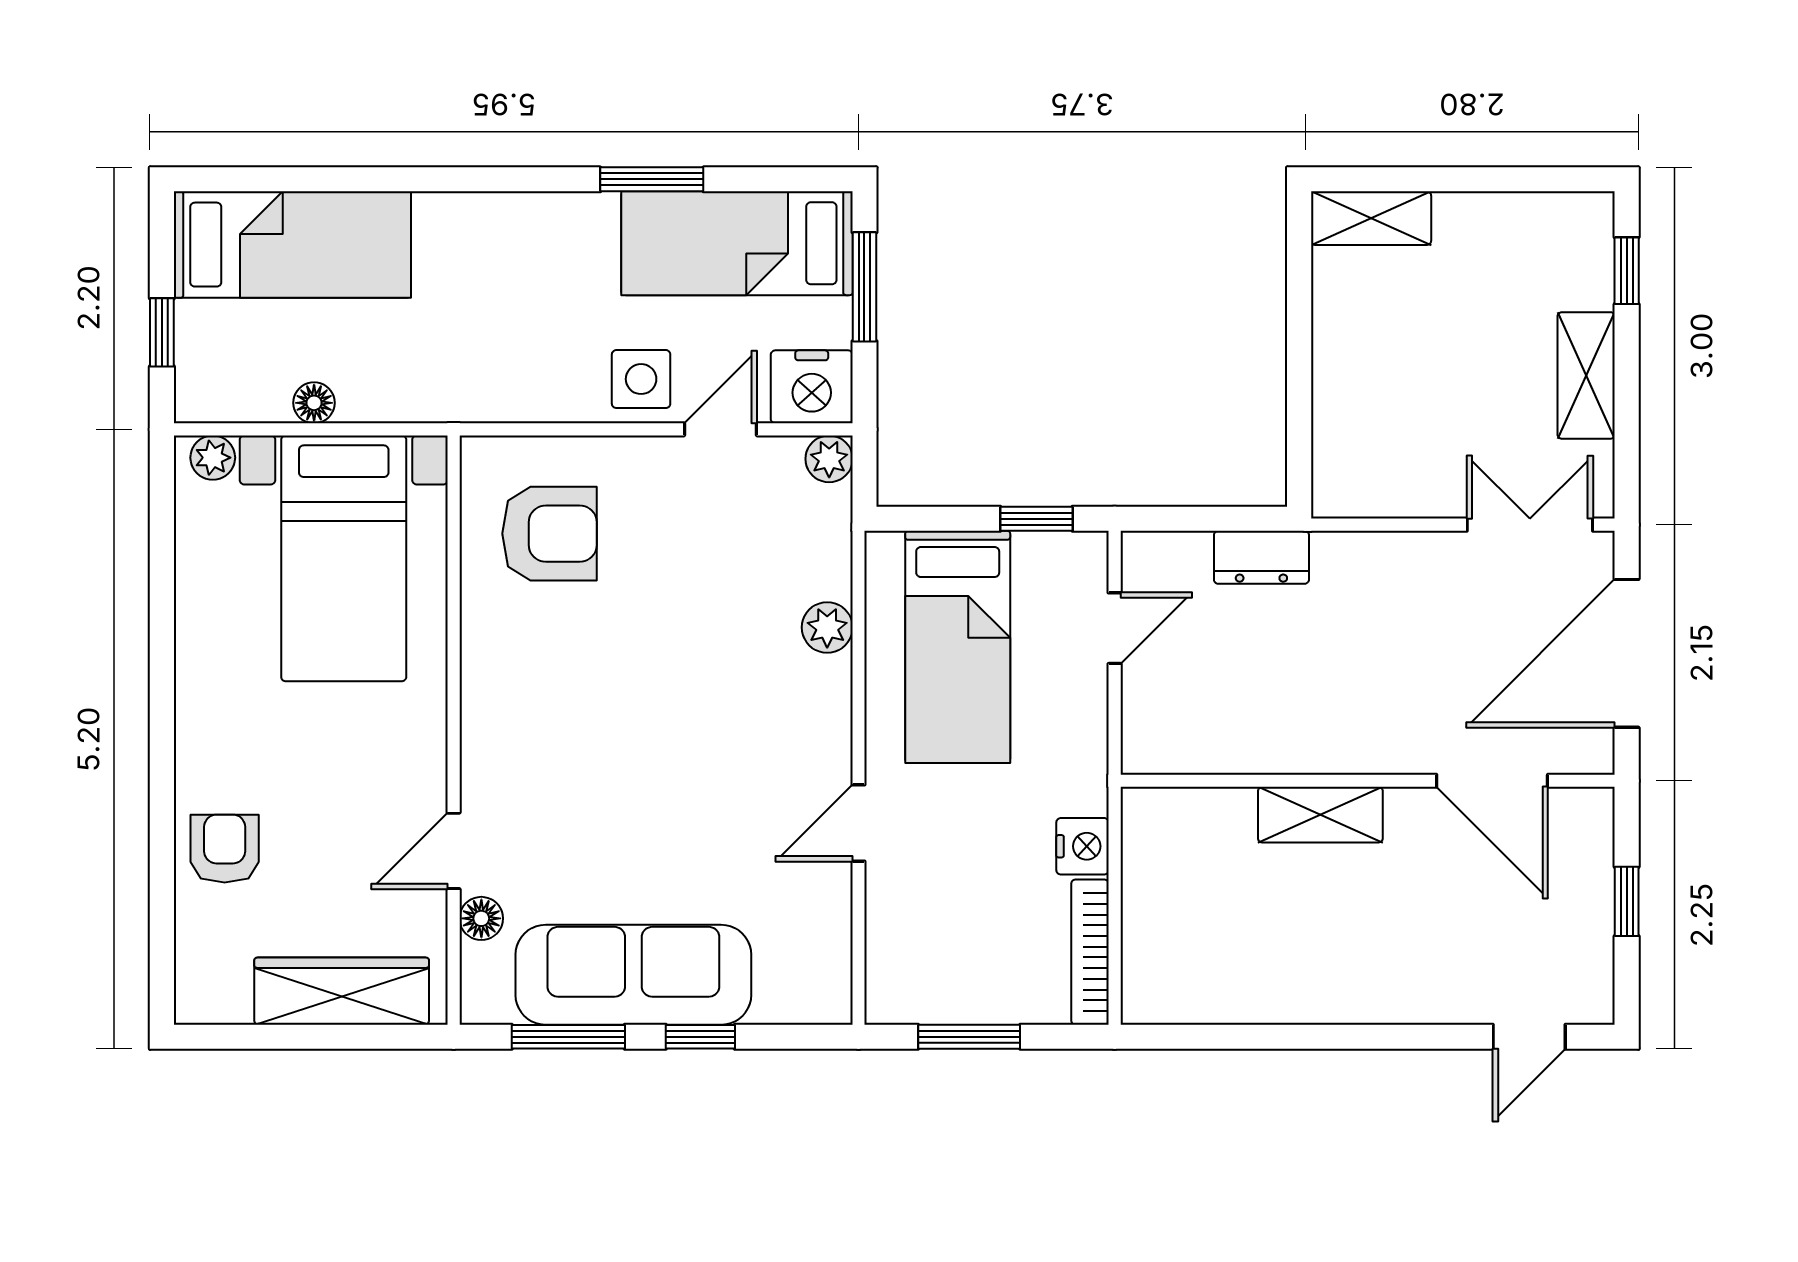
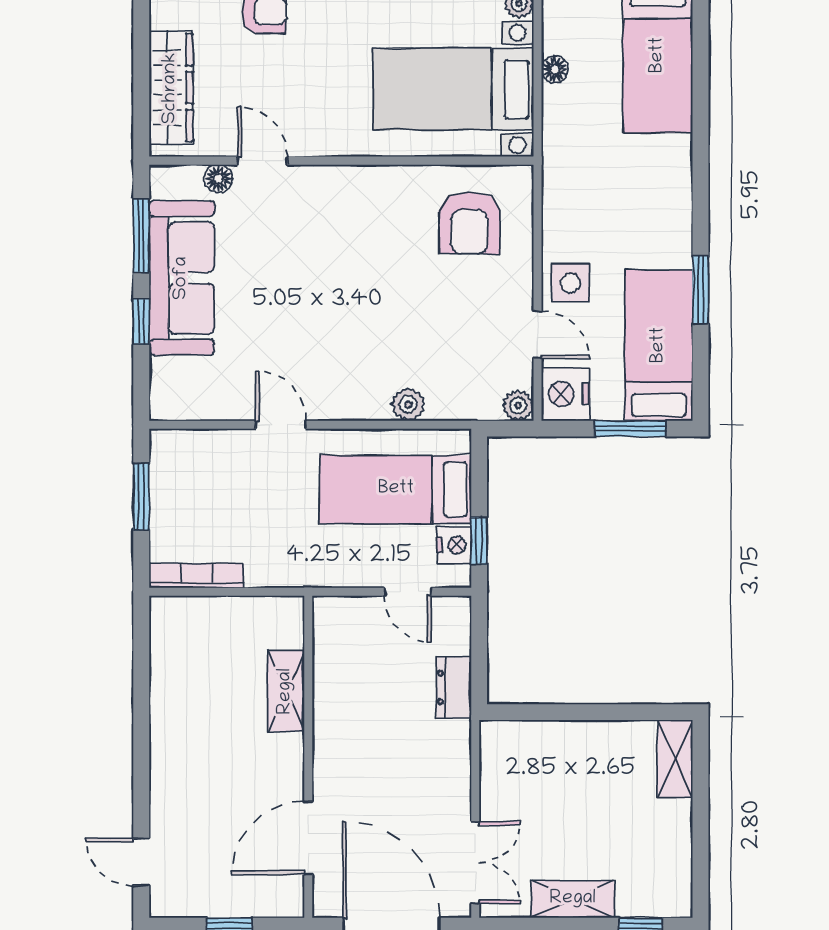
shelving: (1320, 815) -> (286, 691), moved
nightstand: (1083, 846) -> (454, 545), moved, turned -90

